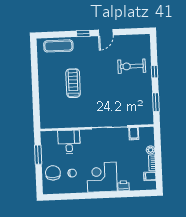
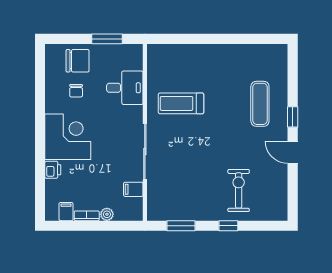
exercise mat: (58, 46) -> (260, 104), moved
treadmill: (73, 83) -> (181, 103), moved, turned 180

